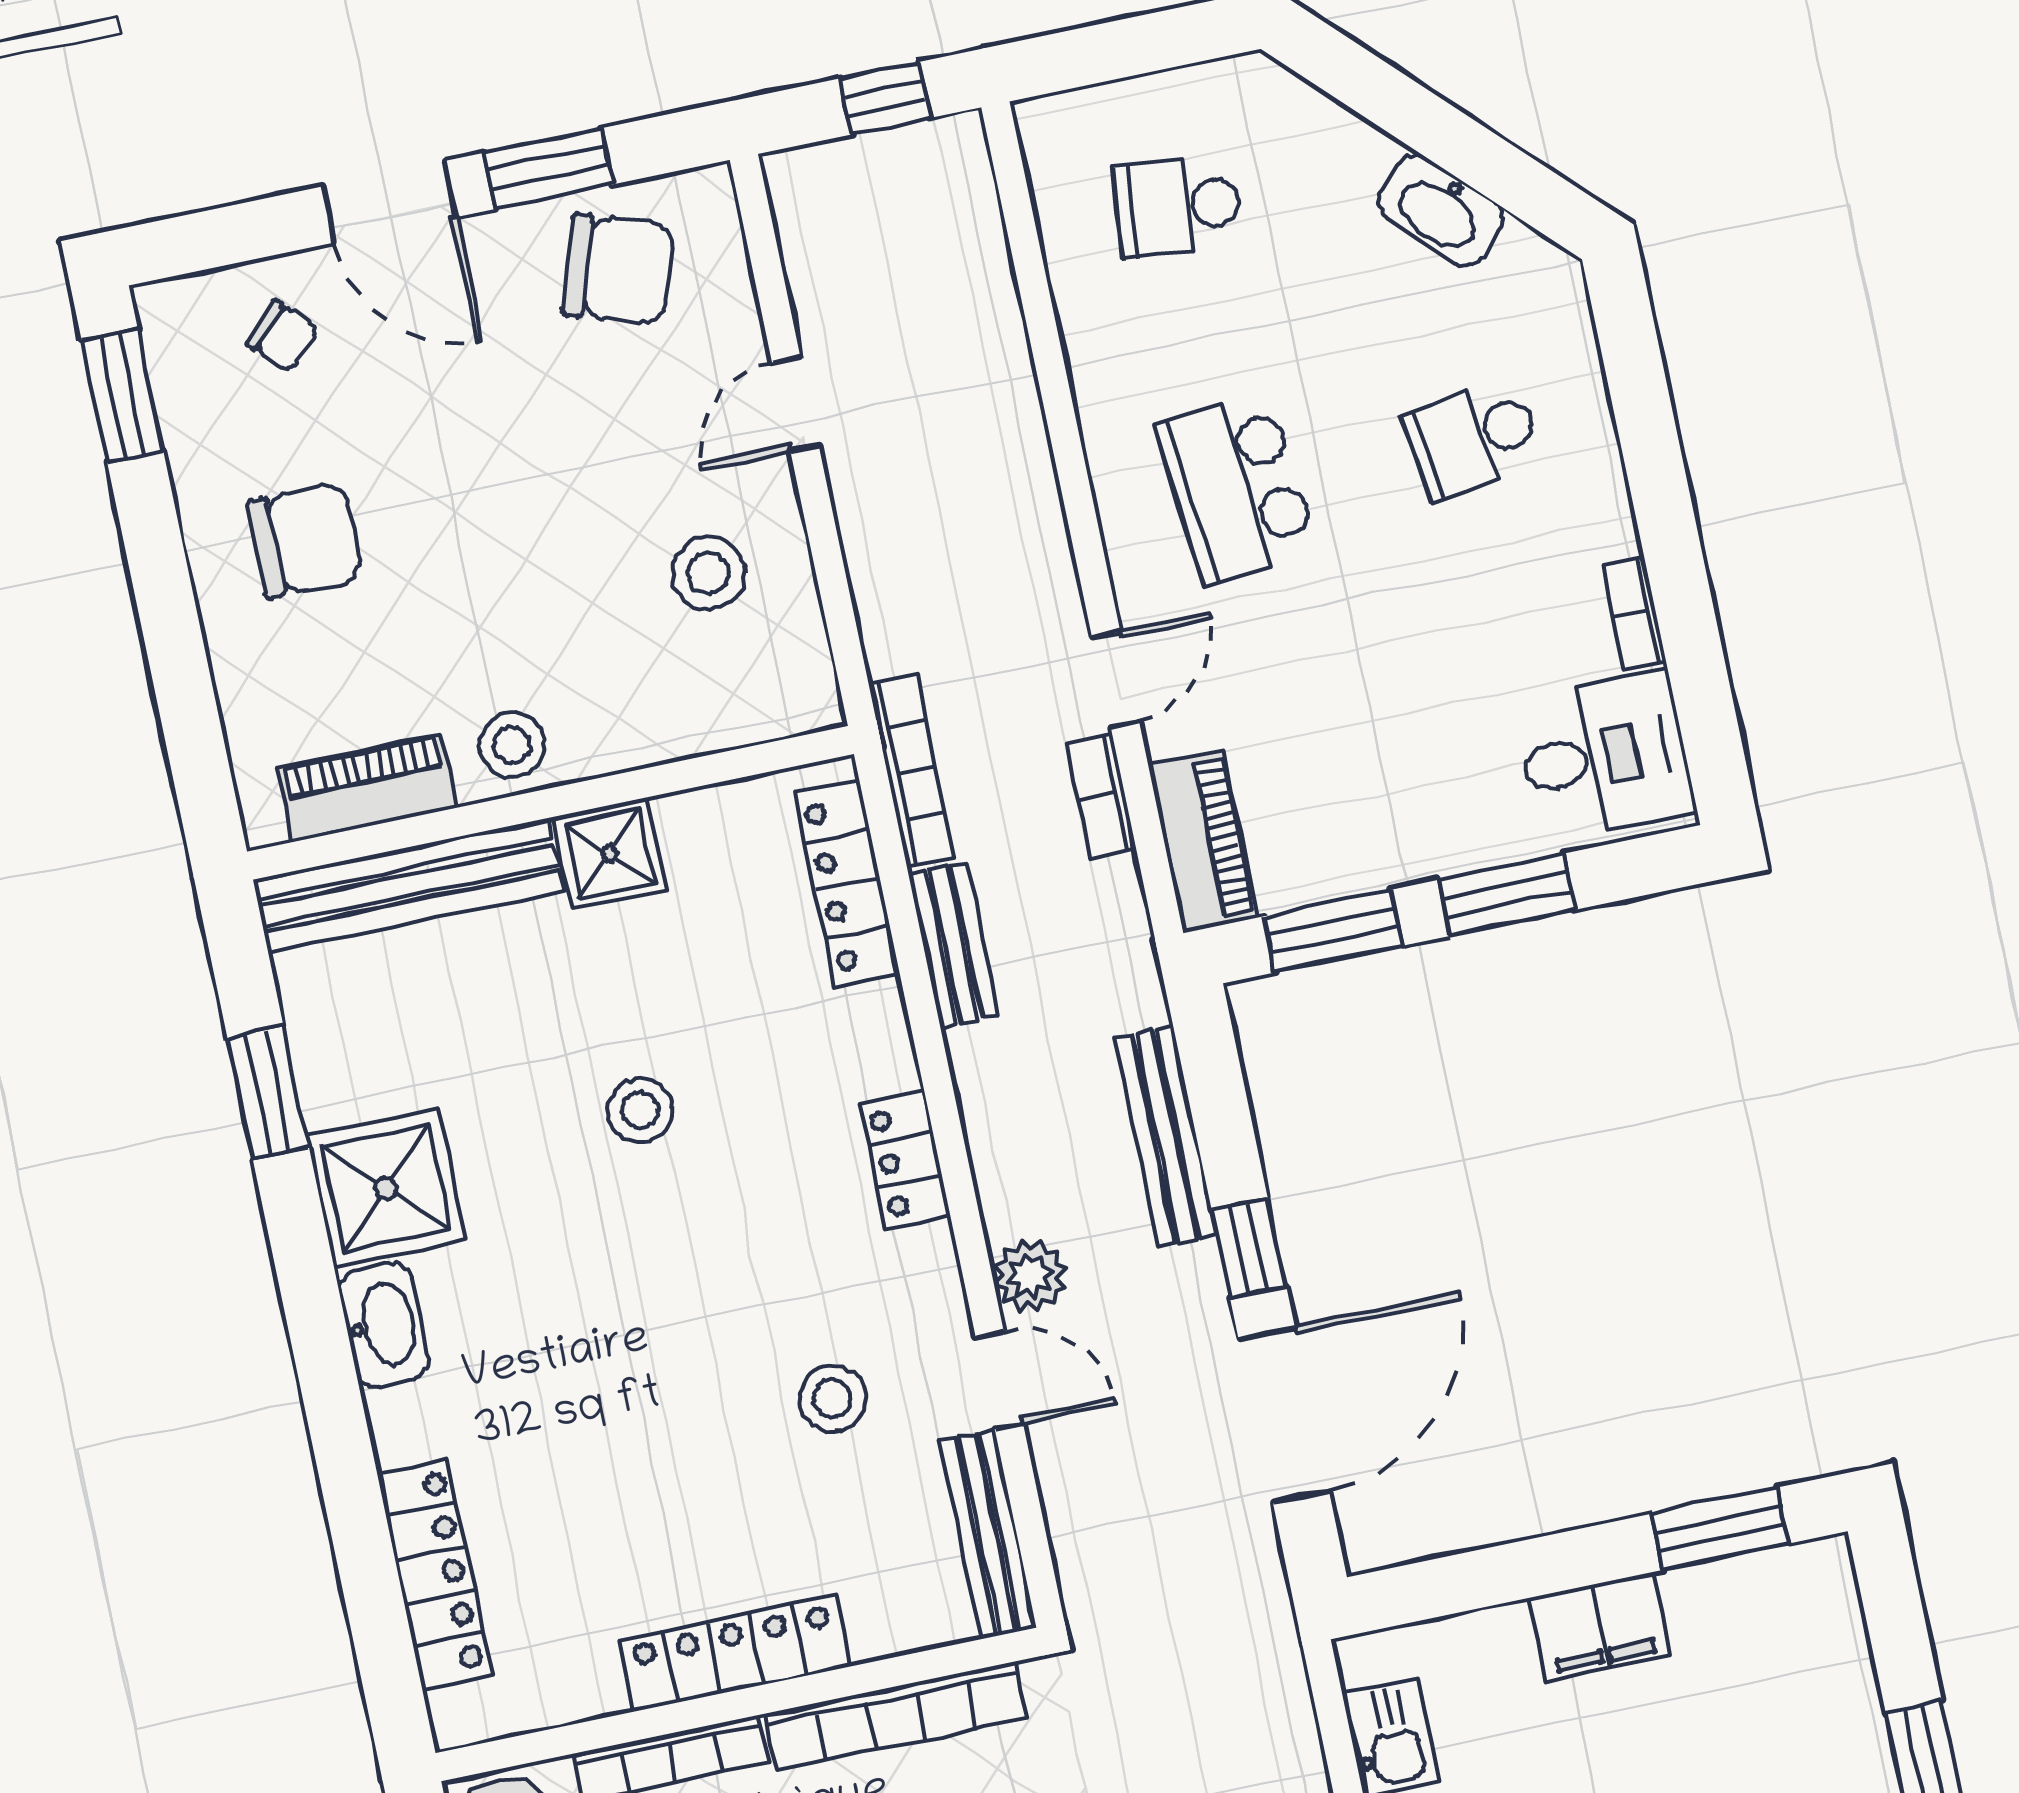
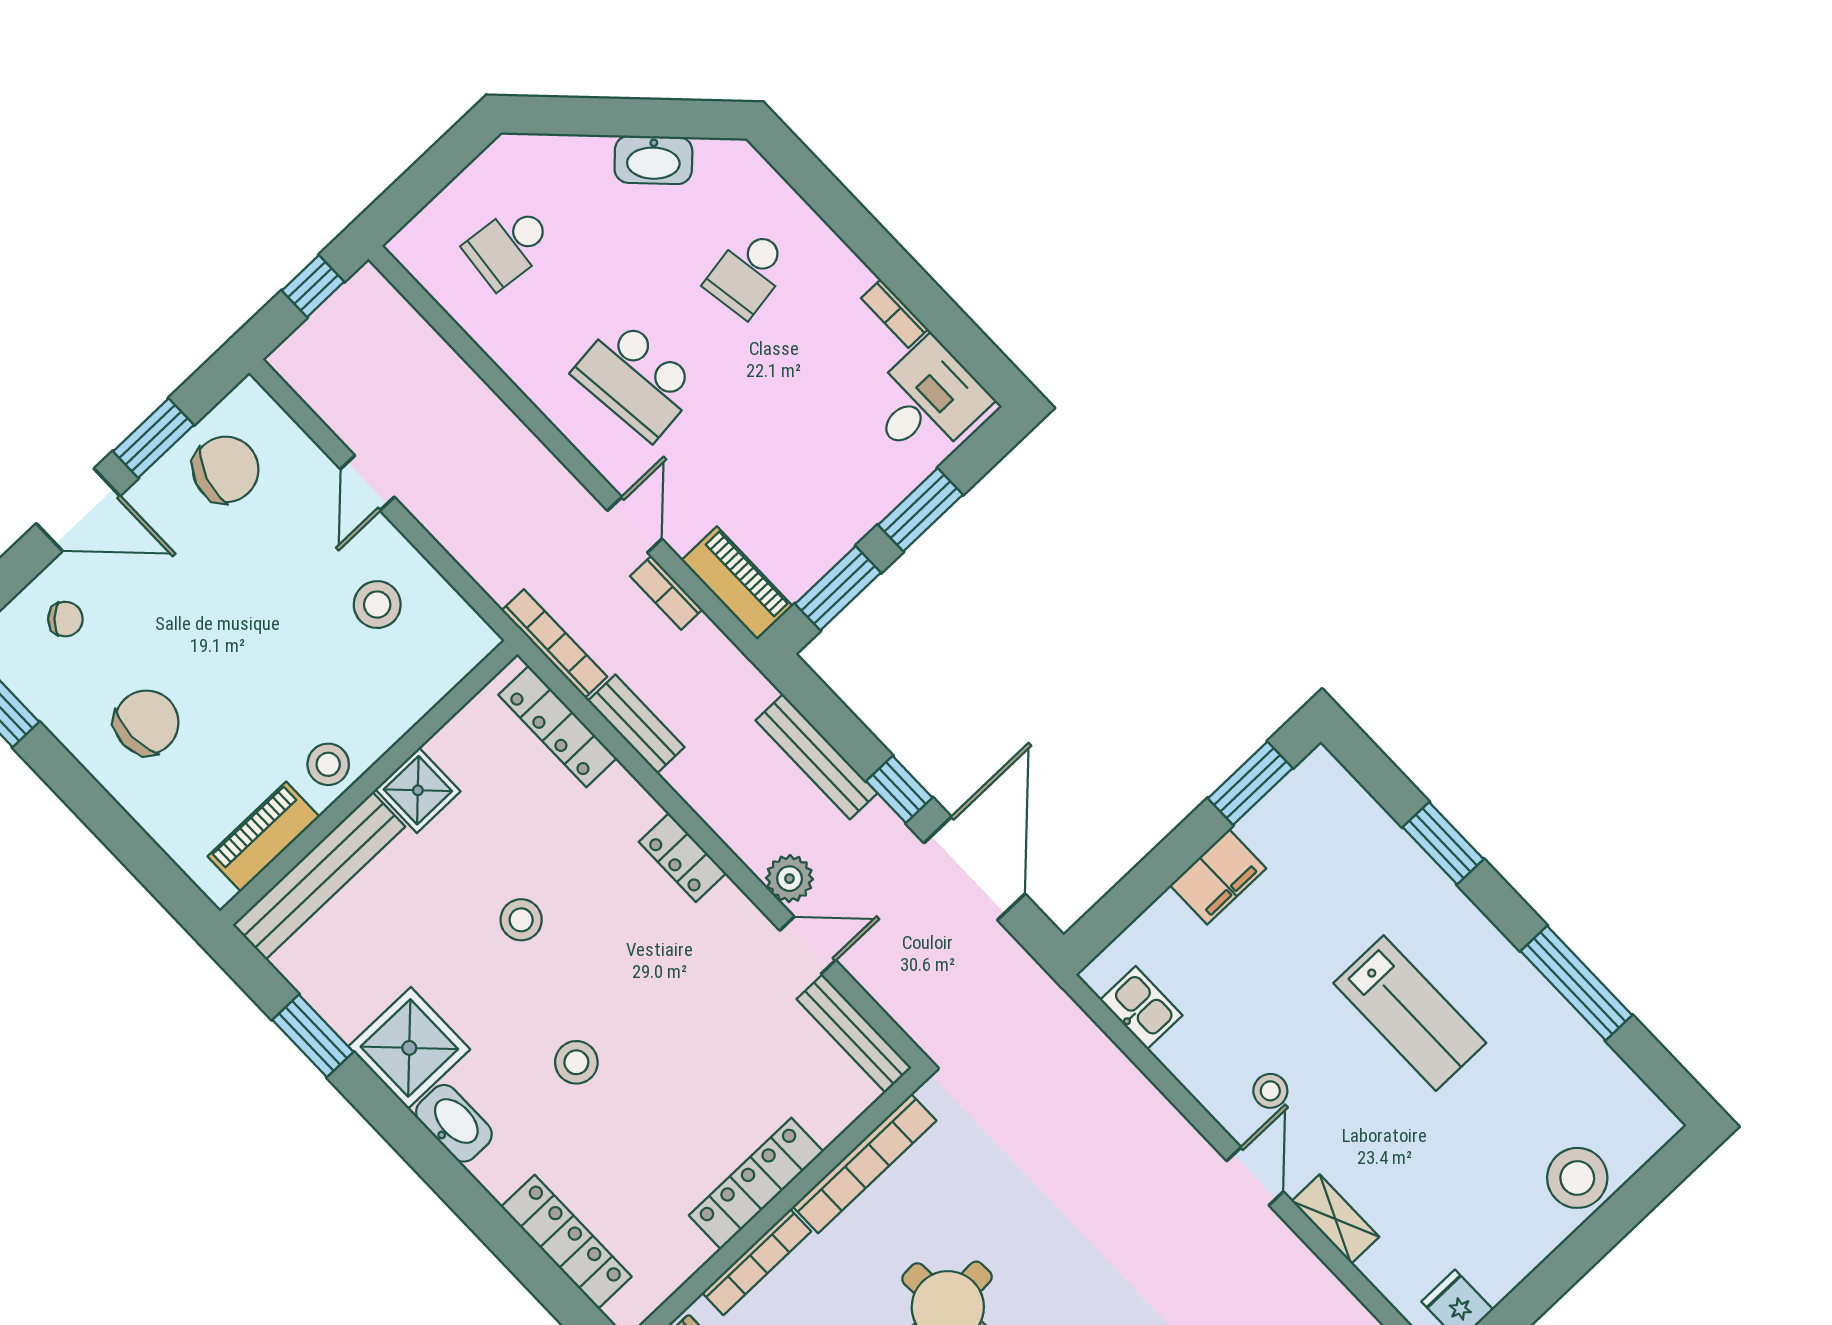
stool: (832, 1398) -> (576, 1062), moved

